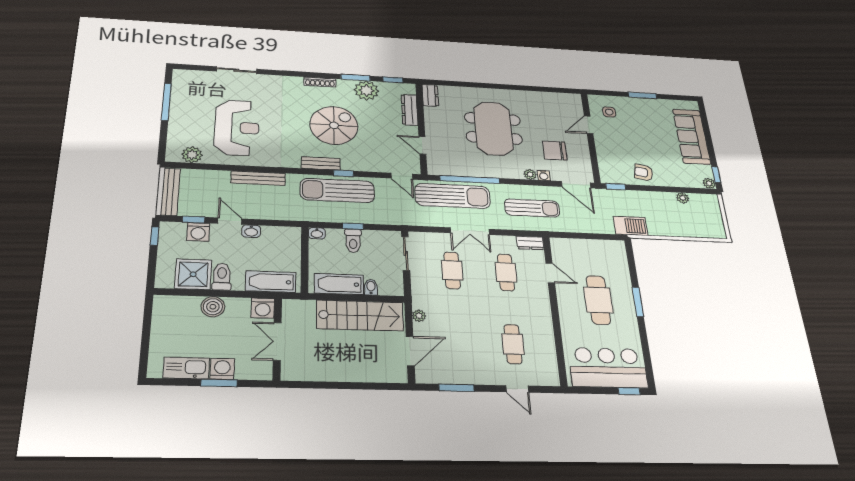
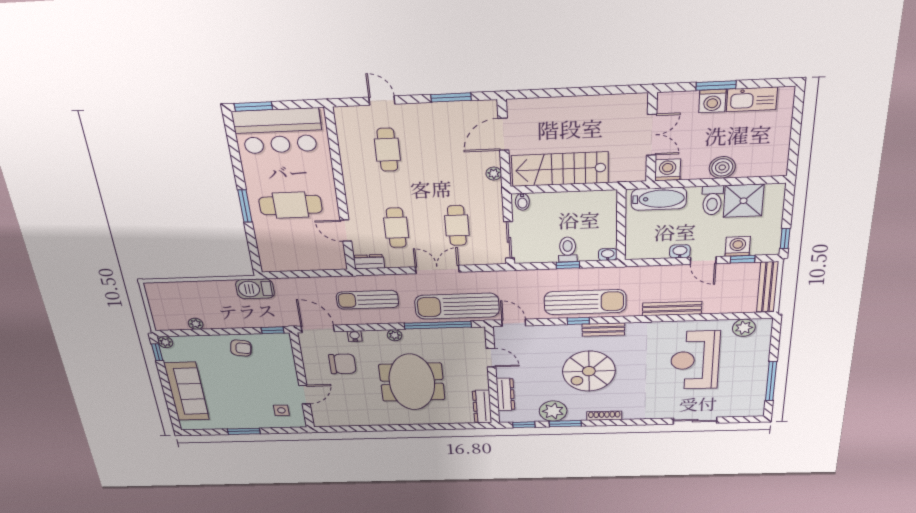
dresser: (430, 95) -> (482, 407), width x1.44
plant: (530, 174) -> (395, 335), moved
bathtub: (339, 284) -> (583, 202), removed
bidet: (371, 287) -> (522, 202), moved
cafe table: (598, 300) -> (290, 205), turned 90
window: (629, 391) -> (253, 106), width x1.50

